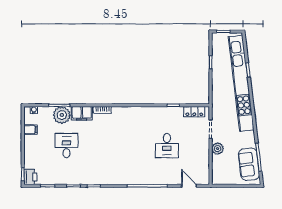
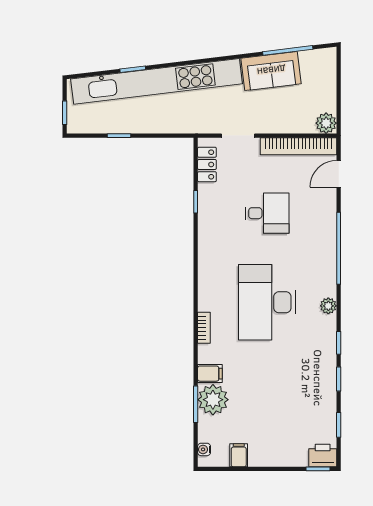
filing cabinet: (82, 113) -> (210, 374), width x0.50
desk: (66, 146) -> (267, 302), moved, width x1.87, depth x1.30
plant: (218, 149) -> (326, 123), moved
bookcase: (205, 163) -> (298, 146), added
sofa: (249, 164) -> (271, 71), moved
plant: (115, 180) -> (328, 306), added

